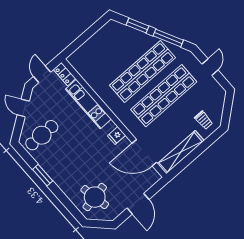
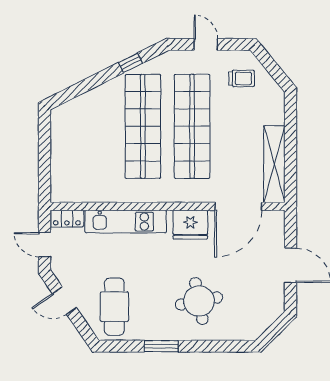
window: (138, 26) -> (85, 86), removed
window: (168, 38) -> (131, 63), width x0.46
trolley: (204, 120) -> (242, 78), moved
fridge: (117, 136) -> (190, 225), width x1.88, depth x1.34
round table: (95, 197) -> (199, 301), moved

